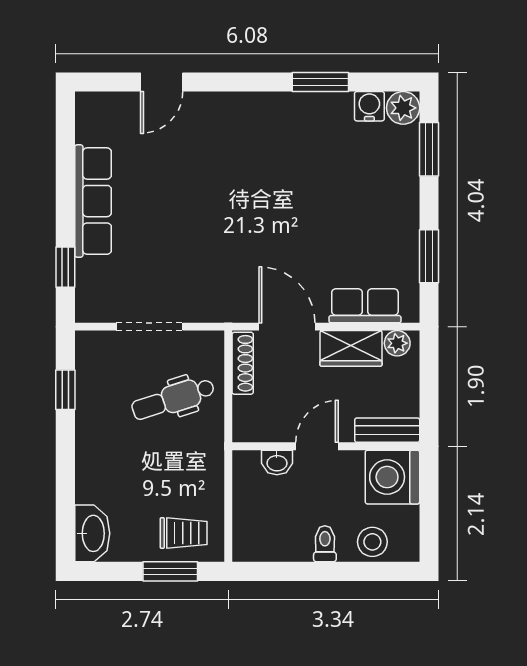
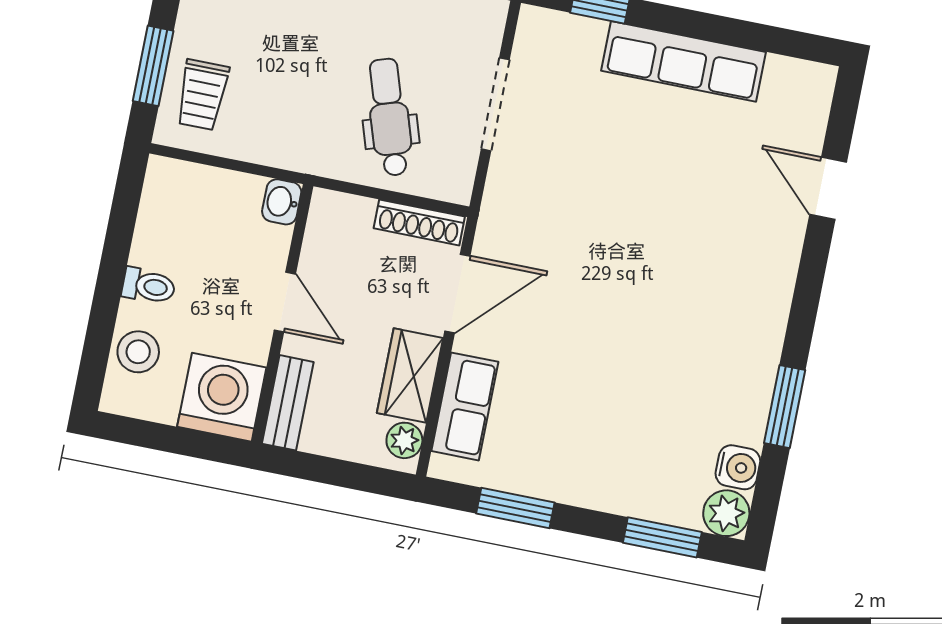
washbasin: (277, 462) -> (282, 202), moved

